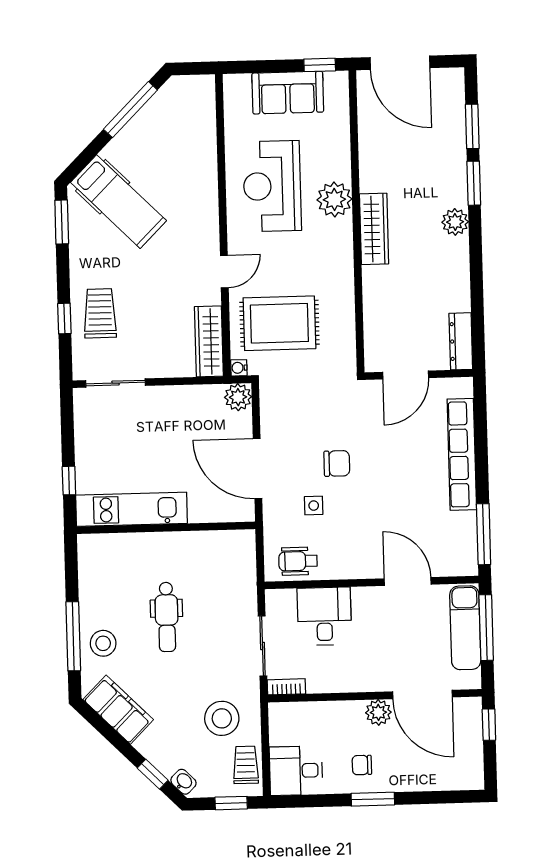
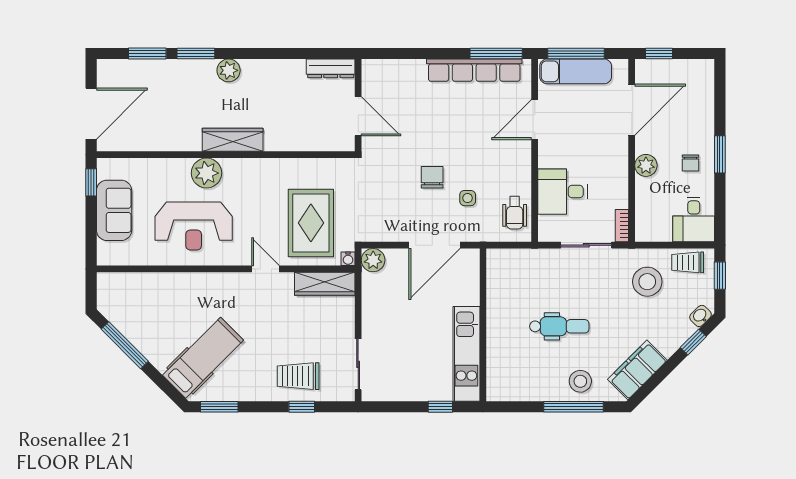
row of seats: (462, 454) -> (474, 70), moved
plant: (378, 712) -> (646, 165), moved

